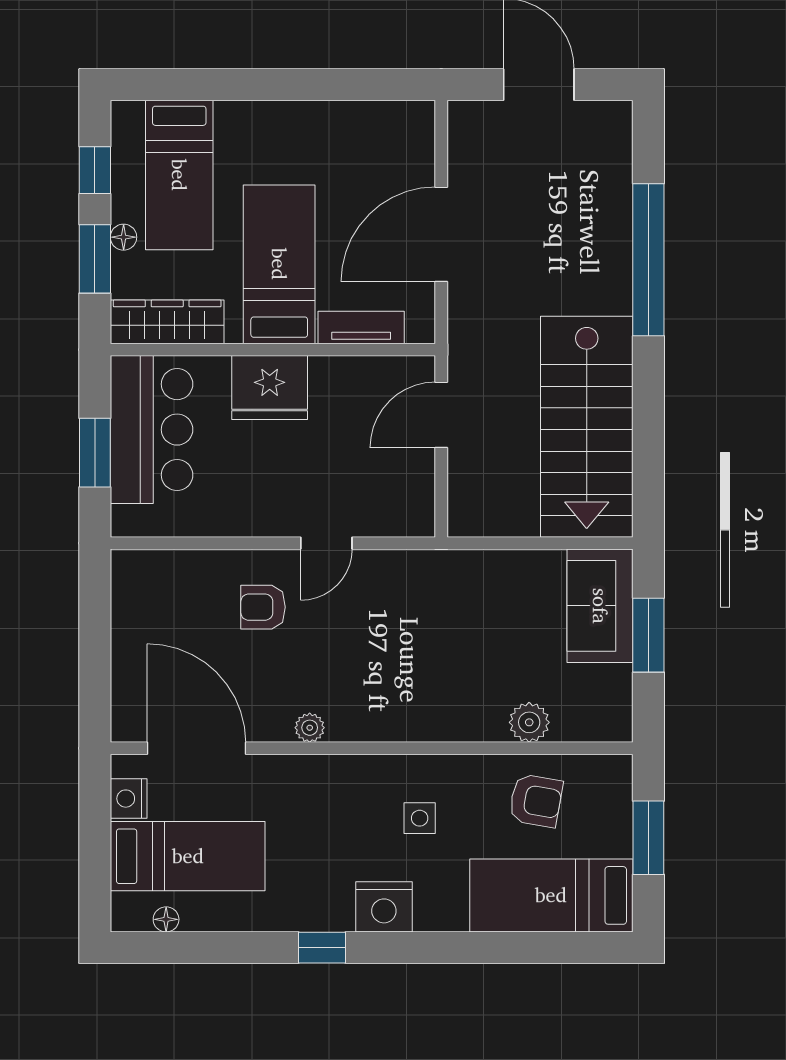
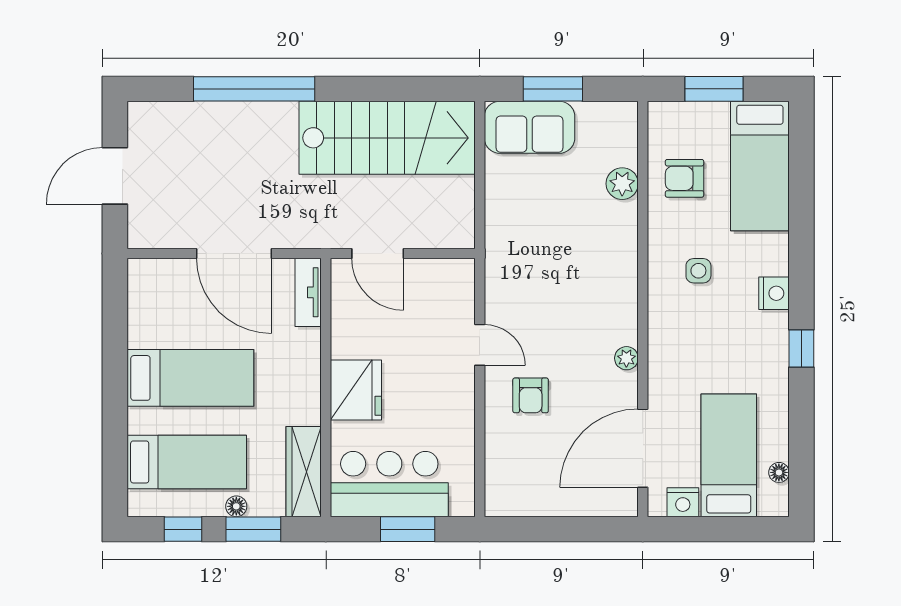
bed: (279, 264) -> (190, 378), moved, turned 180
tv unit: (361, 327) -> (308, 292), moved
armchair: (536, 801) -> (685, 178), turned -100
nightstand: (384, 907) -> (774, 293), width x0.74, depth x0.75

